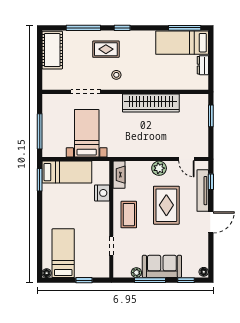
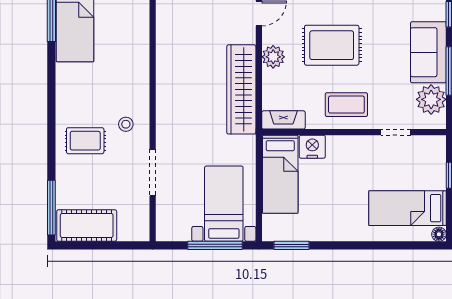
window: (83, 28) -> (51, 208), moved
window: (122, 28) -> (51, 115), removed
rug: (106, 49) -> (85, 141), turned 90
wardrobe: (151, 103) -> (241, 89), moved, turned 180
bed with nightstands: (87, 133) -> (224, 204), moved, turned 90
bed: (67, 172) -> (280, 174), moved, turned 180
plant: (136, 273) -> (431, 99), width x1.88, depth x1.88

